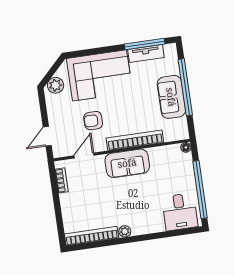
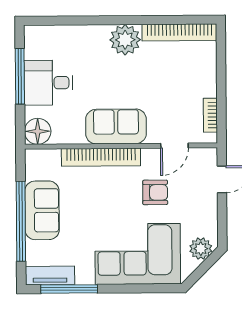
tv unit: (146, 54) -> (50, 275), moved
floor lamp: (186, 147) -> (38, 131), width x1.89, depth x1.89
window: (200, 190) -> (20, 76), width x0.68
desk: (180, 212) -> (48, 83), moved, turned -90
plant: (125, 231) -> (125, 40), width x1.88, depth x1.88

